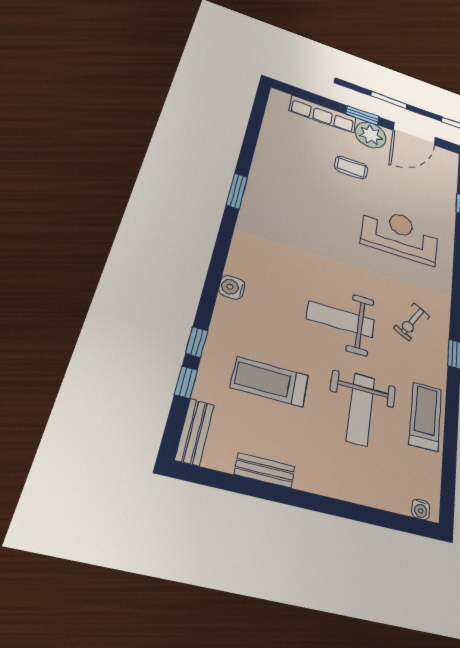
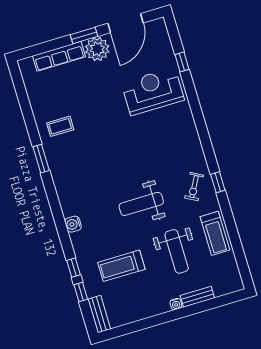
coffee table: (351, 167) -> (60, 126), moved
reception desk: (400, 235) -> (153, 91), moved
exercise bike: (412, 322) -> (194, 187), moved
treadmill: (425, 416) -> (215, 233), turned 180
bench: (265, 470) -> (197, 297), moved
water cooler: (421, 509) -> (176, 304), moved

